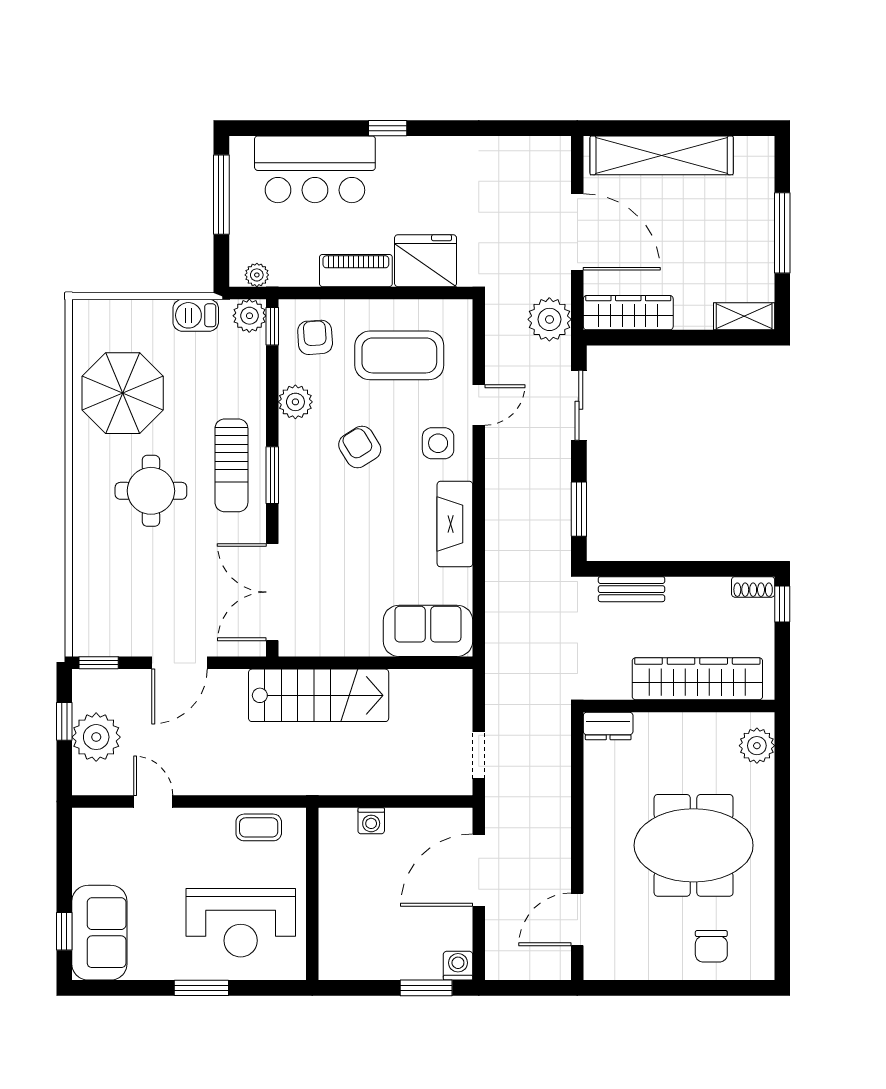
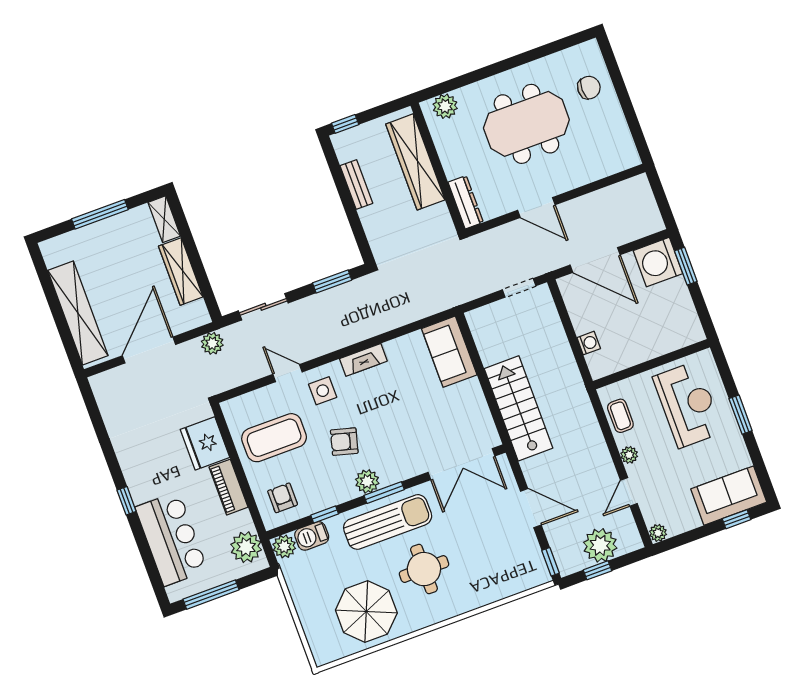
plant: (257, 275) -> (246, 547), width x1.88, depth x1.88
wardrobe: (628, 313) -> (181, 271), moved
barbecue: (196, 315) -> (312, 536), moved, turned 90
plant: (549, 319) -> (212, 343), width x0.73, depth x0.73
window: (272, 326) -> (325, 514), moved
armchair: (315, 337) -> (283, 498), turned 94
coffee table: (399, 355) -> (274, 438), turned 90
plant: (295, 402) -> (367, 481), moved
armchair: (360, 447) -> (344, 442), turned 47
sun lounger: (231, 465) -> (388, 522), width x1.36, depth x1.34
fireplace: (455, 524) -> (363, 360), width x0.73, depth x0.76
shoe rack: (753, 587) -> (341, 147), removed
bench: (631, 589) -> (356, 185), moved
dresser: (608, 726) -> (466, 202), width x1.44
plant: (84, 820) -> (658, 533), added
plant: (202, 820) -> (629, 455), added
meeting table: (694, 845) -> (526, 124), turned 90
door: (577, 919) -> (536, 208), moved
washing machine: (458, 966) -> (658, 262), width x1.89, depth x1.89

